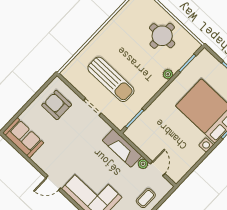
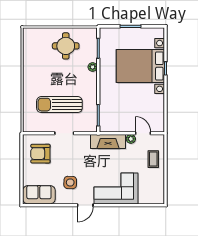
sun lounger: (111, 79) -> (59, 105), turned 180
side table: (59, 152) -> (70, 182), added

